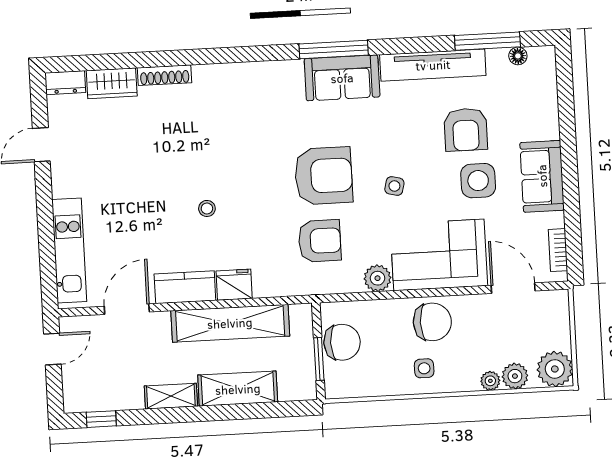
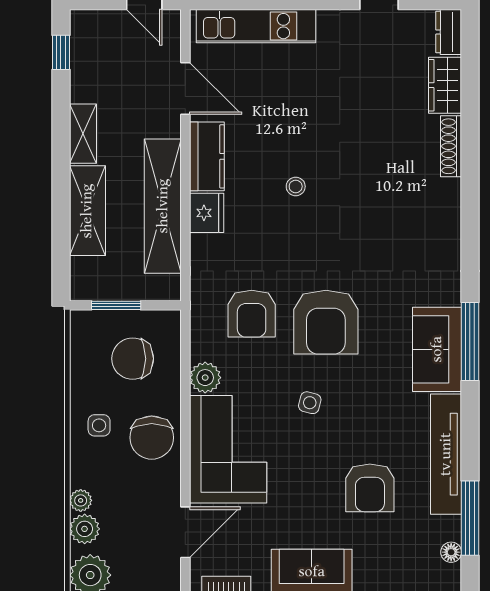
armchair: (466, 130) -> (370, 488), turned -90
side table: (478, 181) -> (311, 499), removed
chair: (342, 342) -> (133, 359), moved, turned 90

